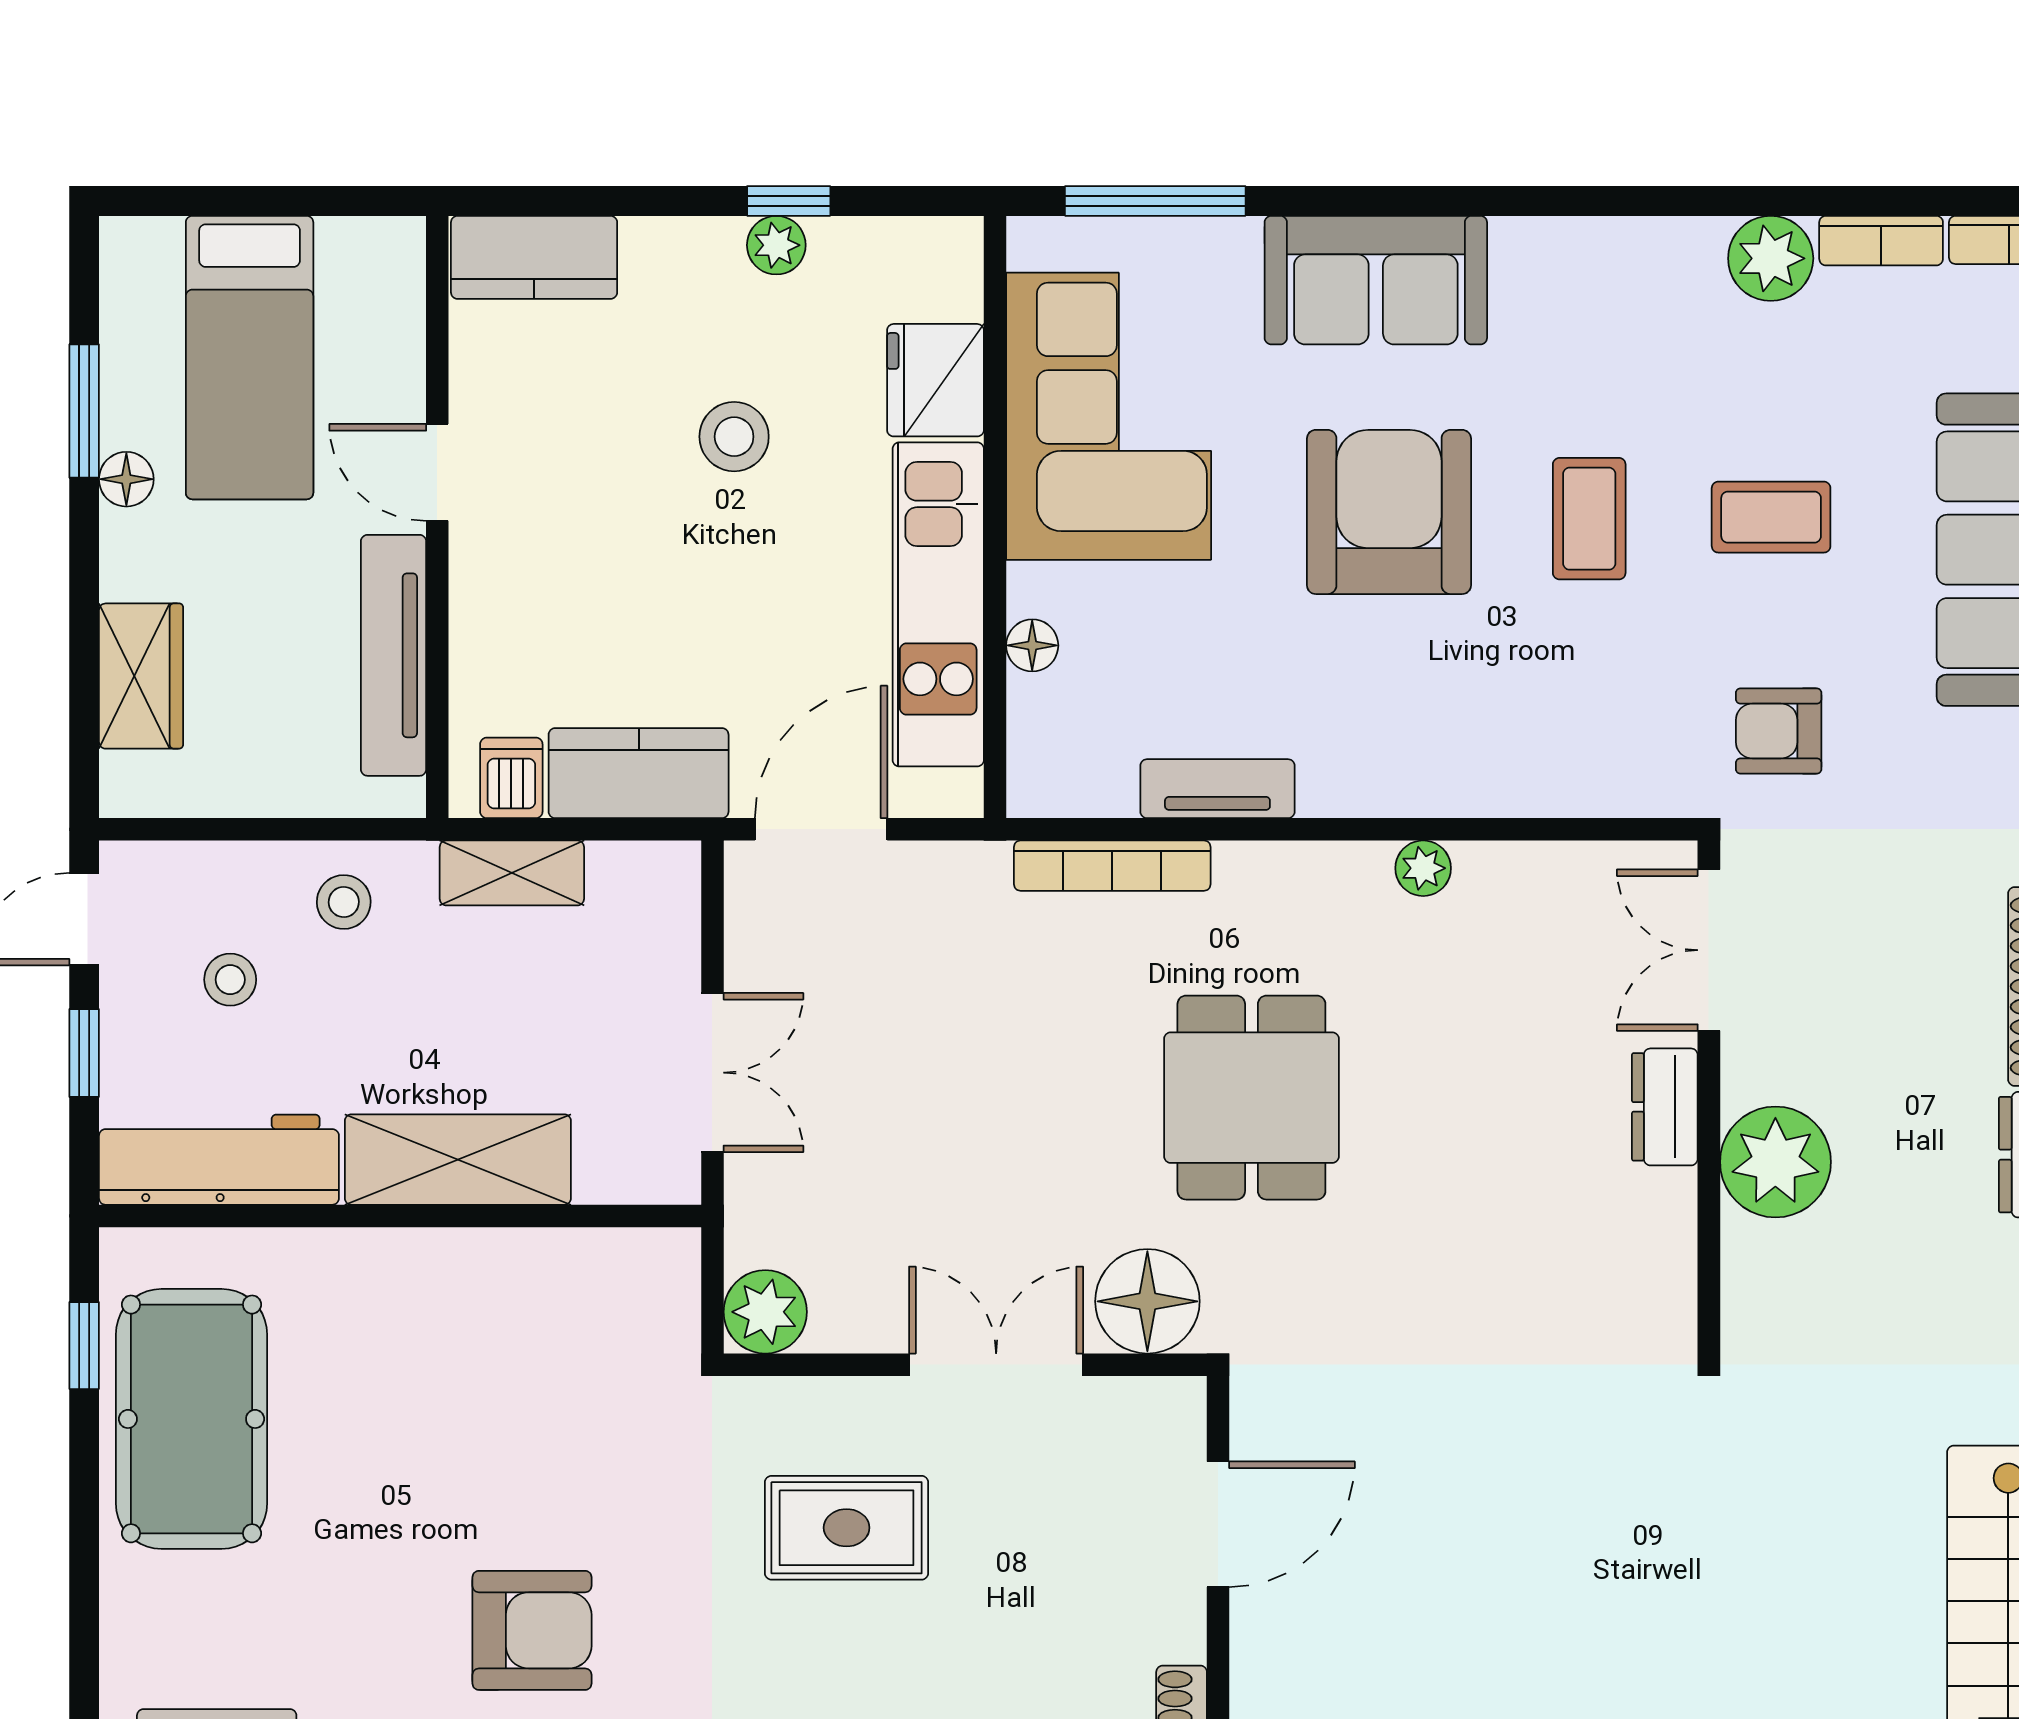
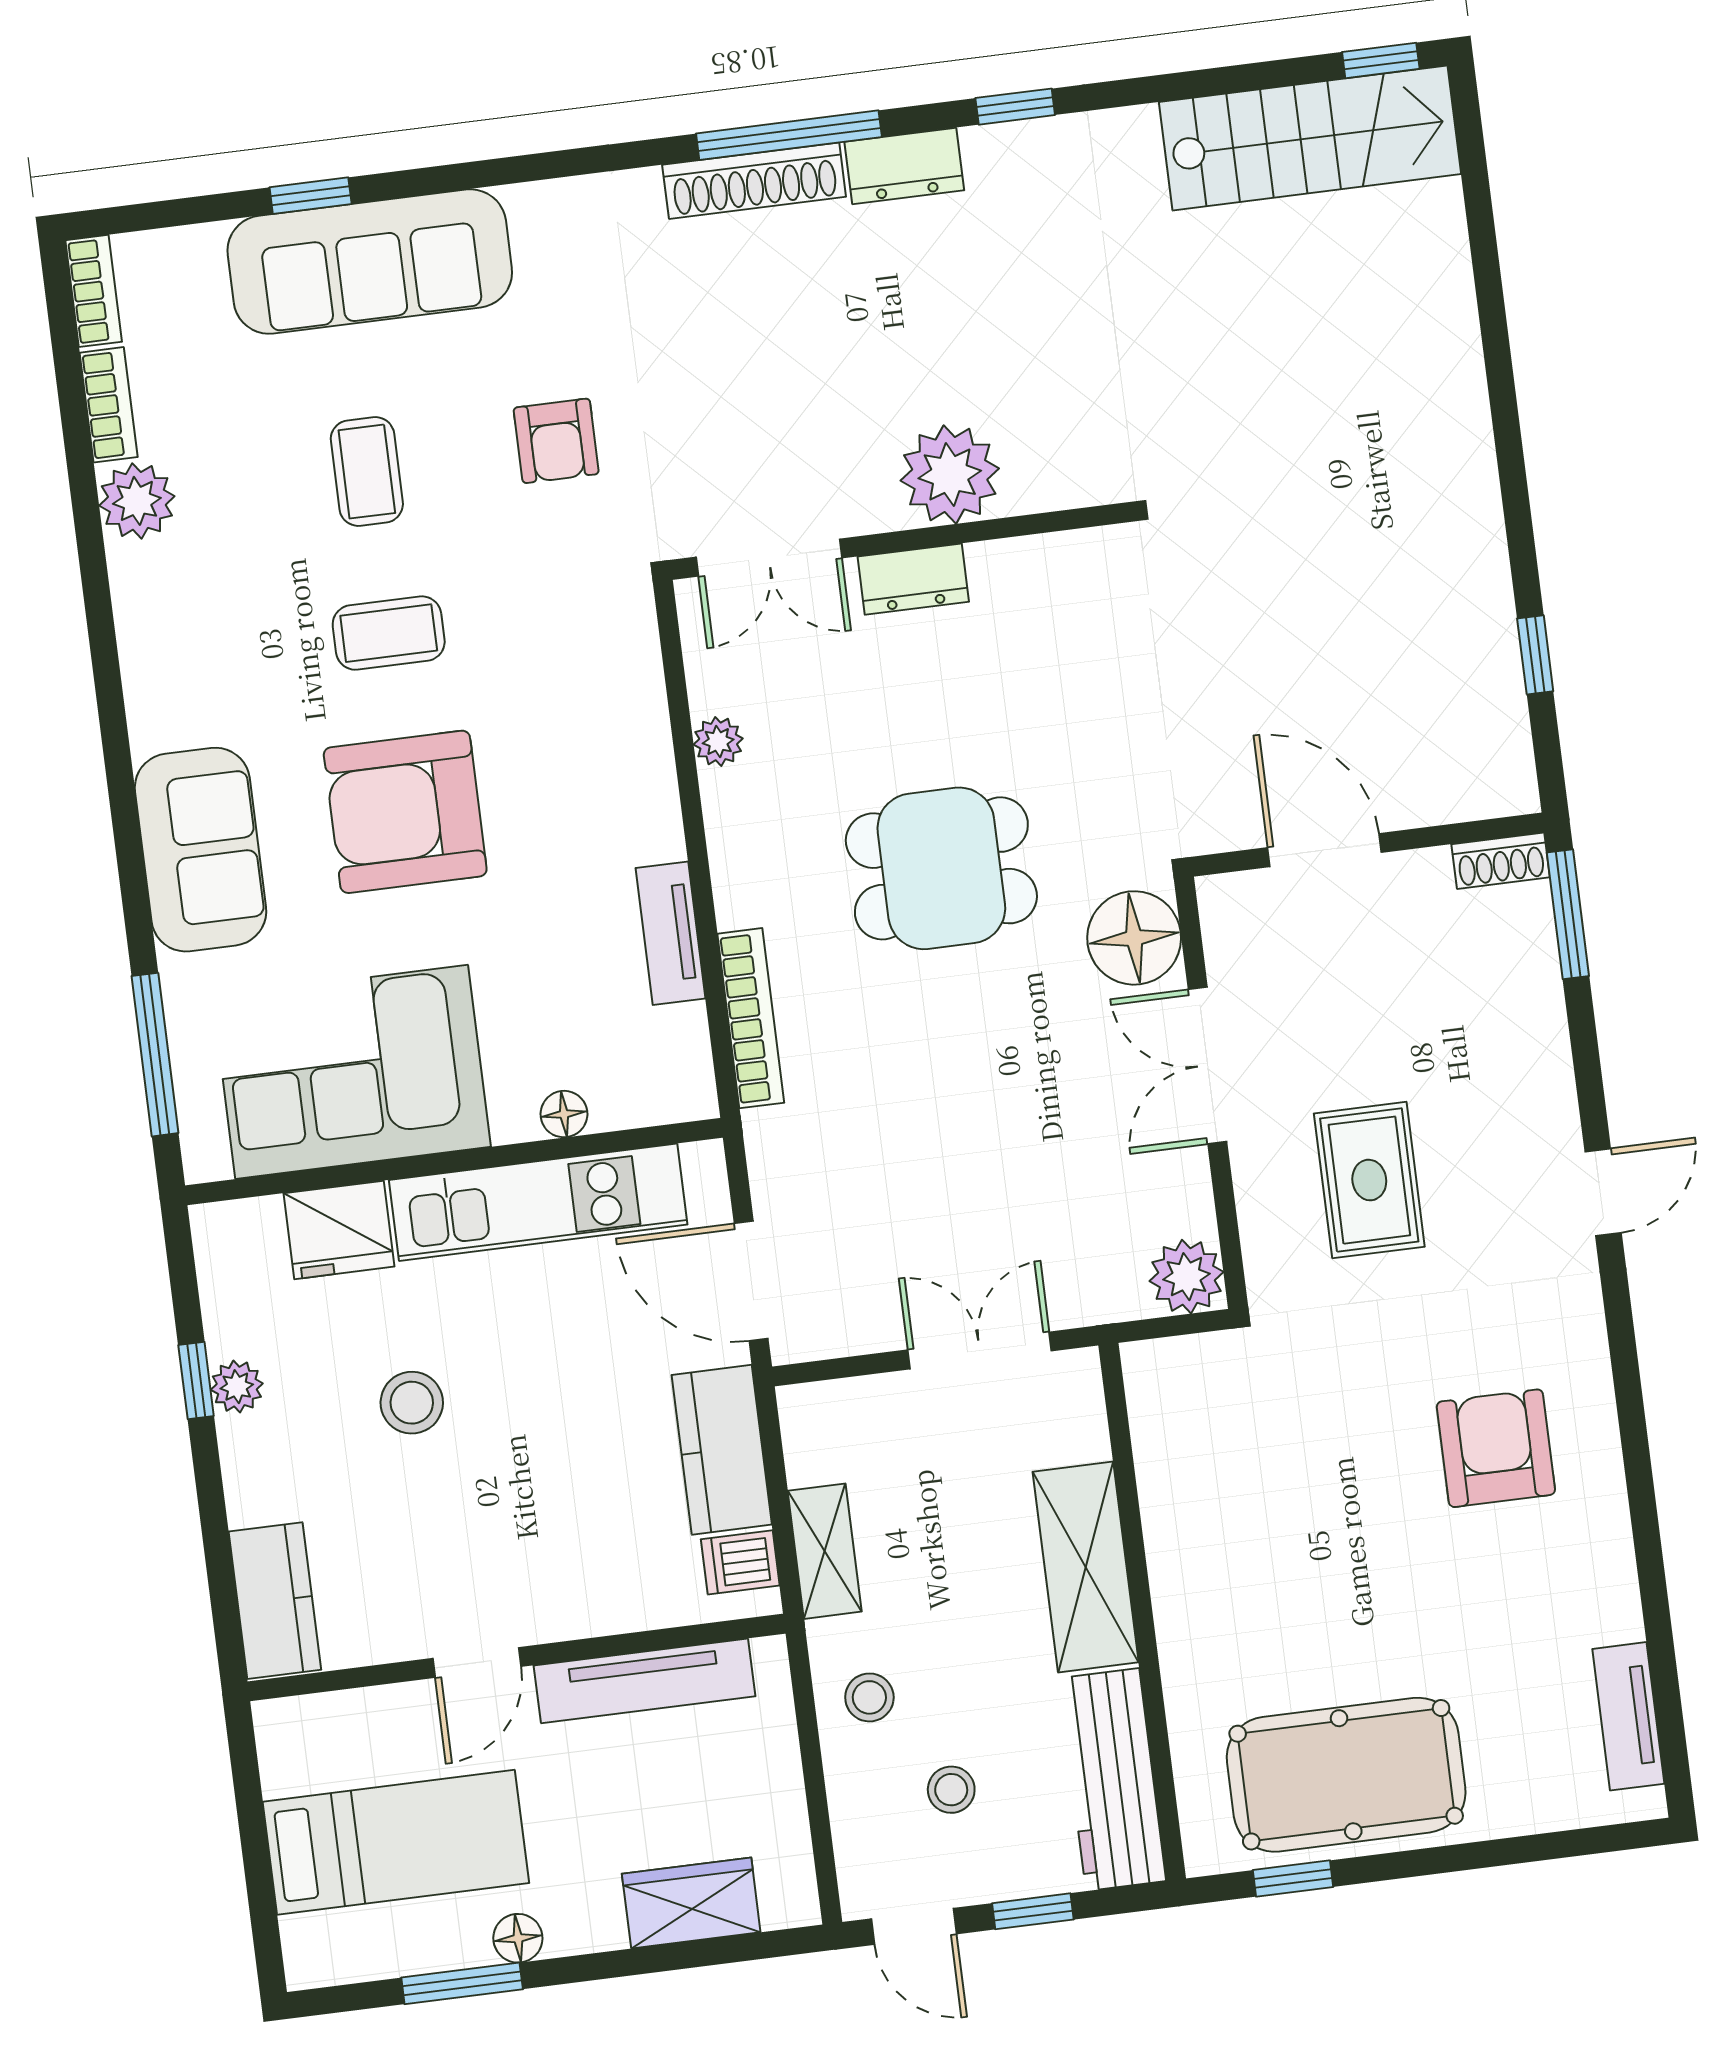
double door: (1709, 950) -> (769, 558), moved
wall: (1709, 1097) -> (899, 541), moved
dresser: (1665, 1107) -> (913, 579), moved
plant: (1775, 1162) -> (950, 475), moved

